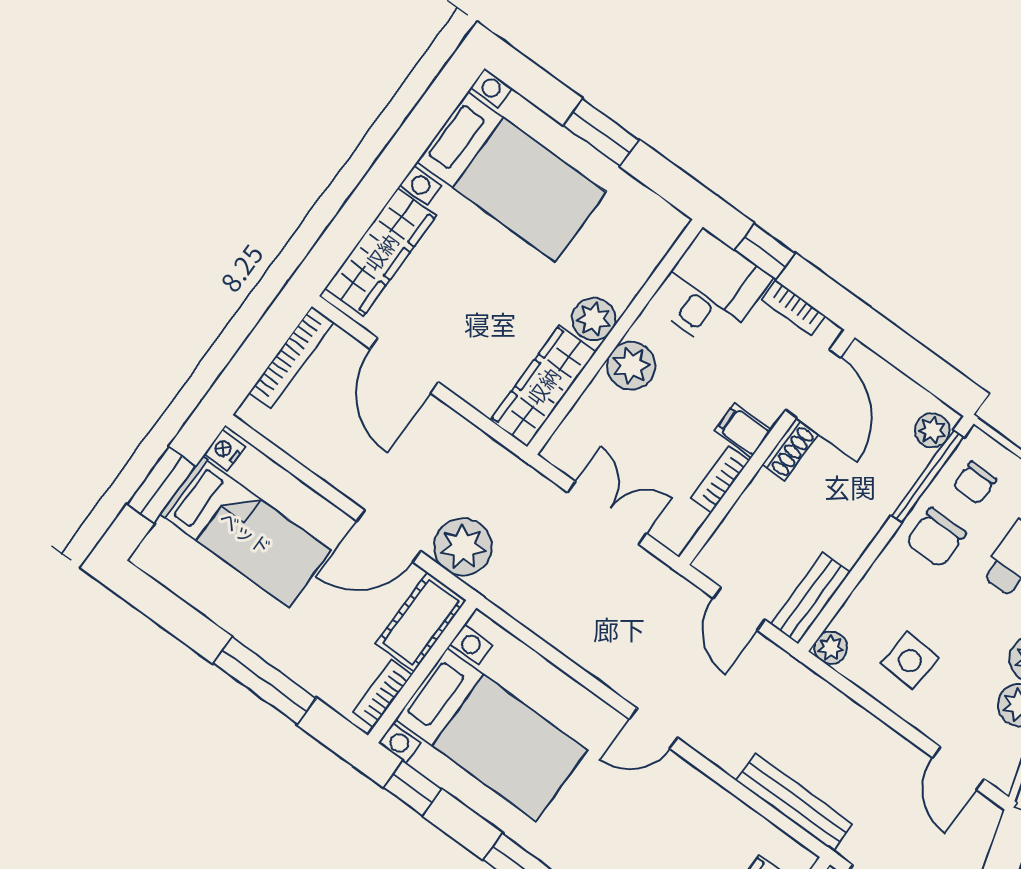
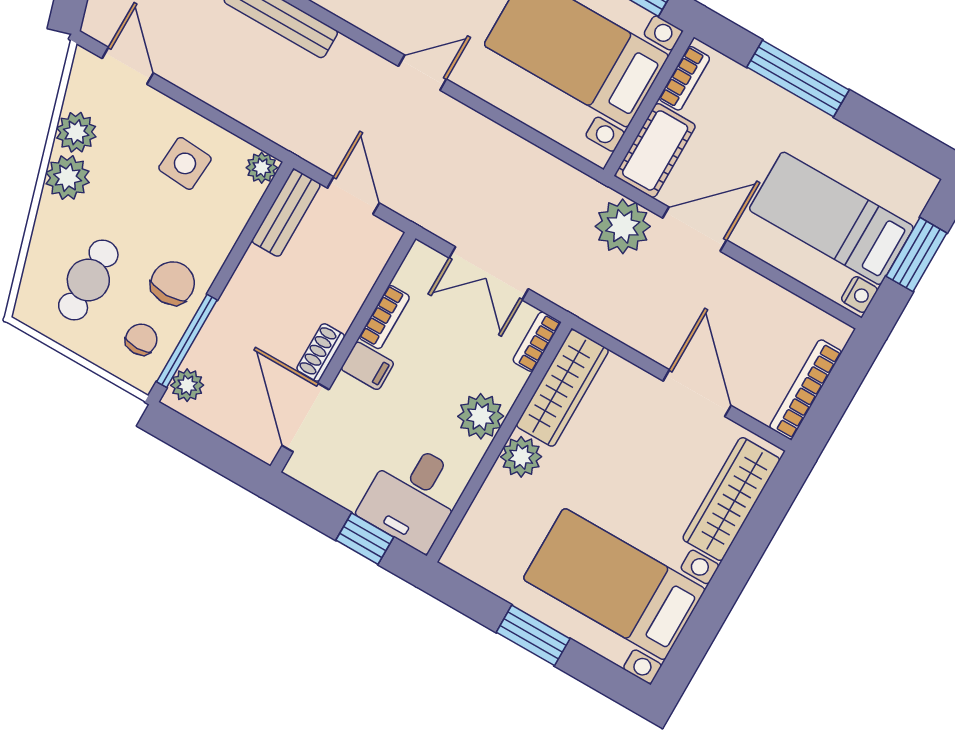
bookcase: (794, 308) -> (537, 342), moved, turned -90

